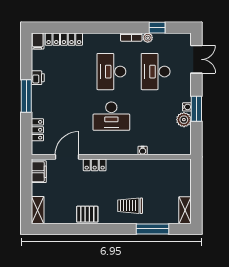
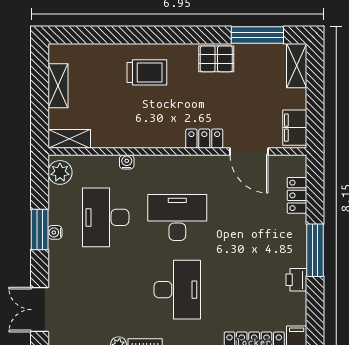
desk: (156, 72) -> (106, 217), moved, turned 180
plant: (184, 120) -> (60, 172), moved
door: (67, 157) -> (249, 152), hinge flipped
shelving: (178, 165) -> (69, 139), added
shelving: (185, 210) -> (58, 86), moved
window: (153, 229) -> (257, 35), moved

